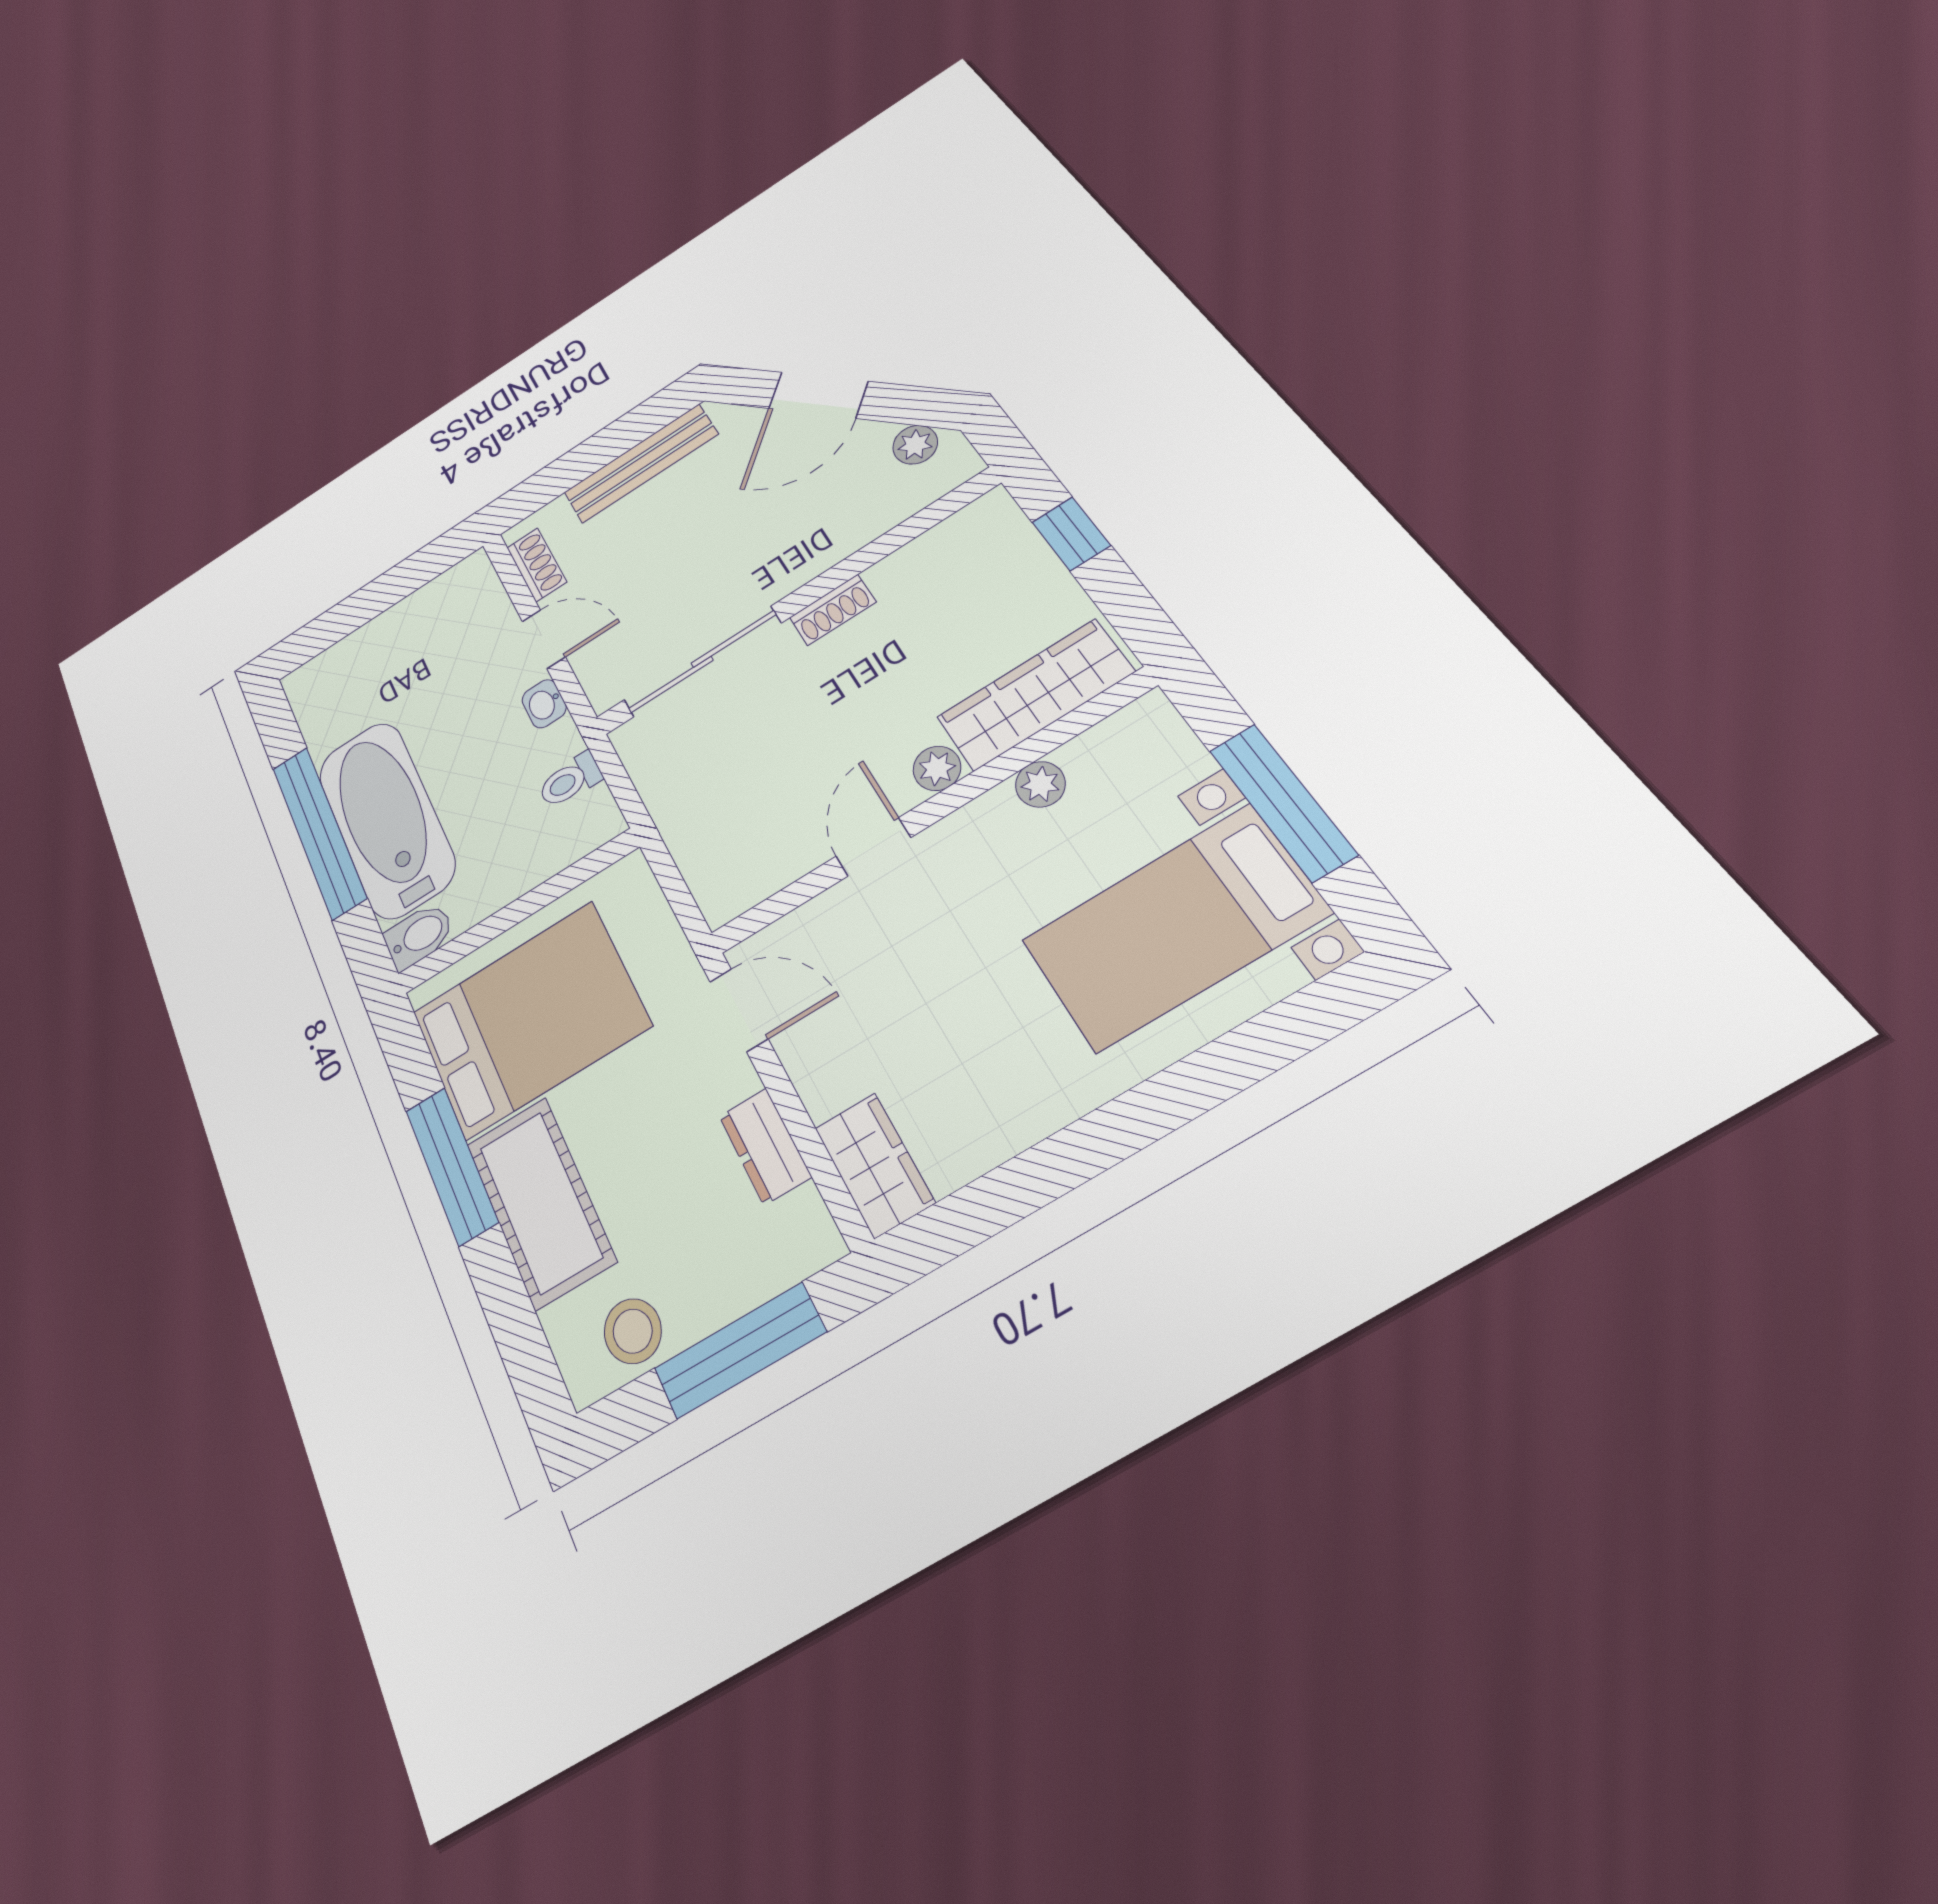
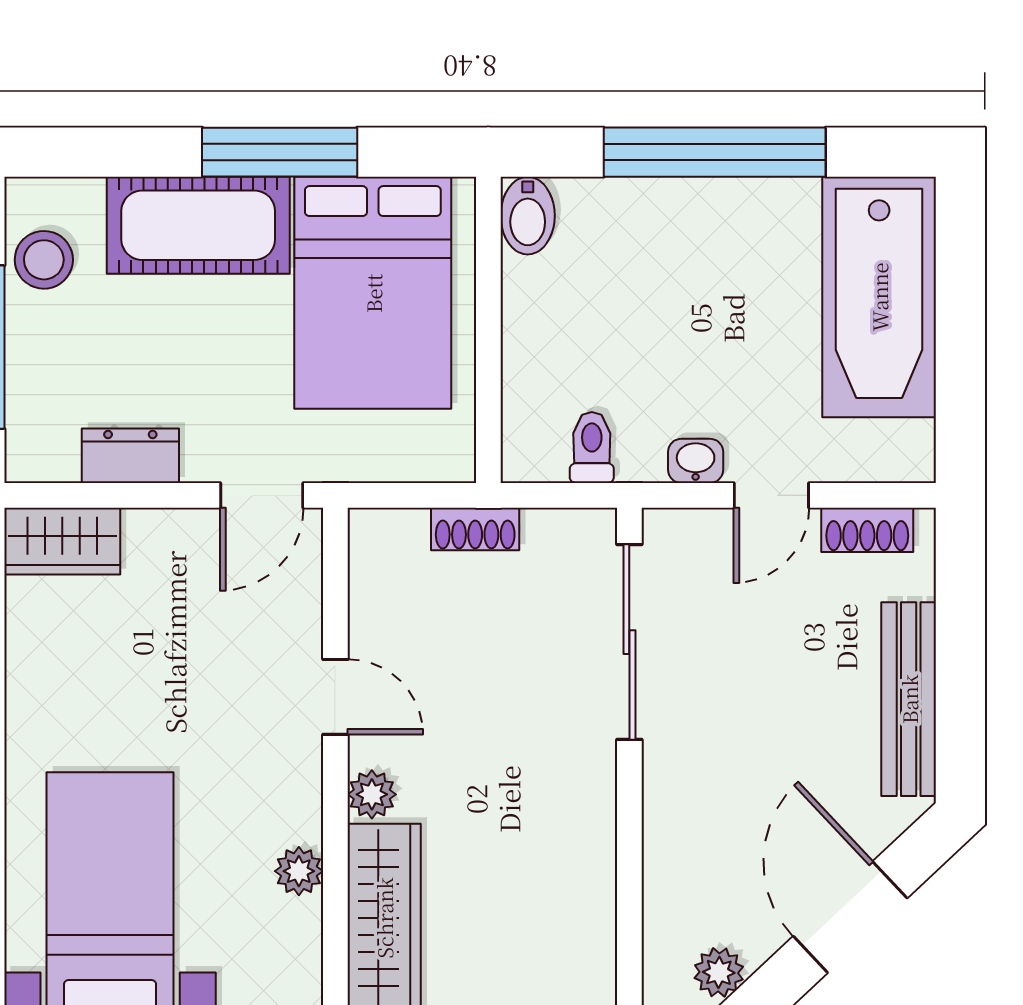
shoe rack: (833, 610) -> (475, 529), moved, turned -90
bathtub: (386, 819) -> (879, 297), moved, turned 90

